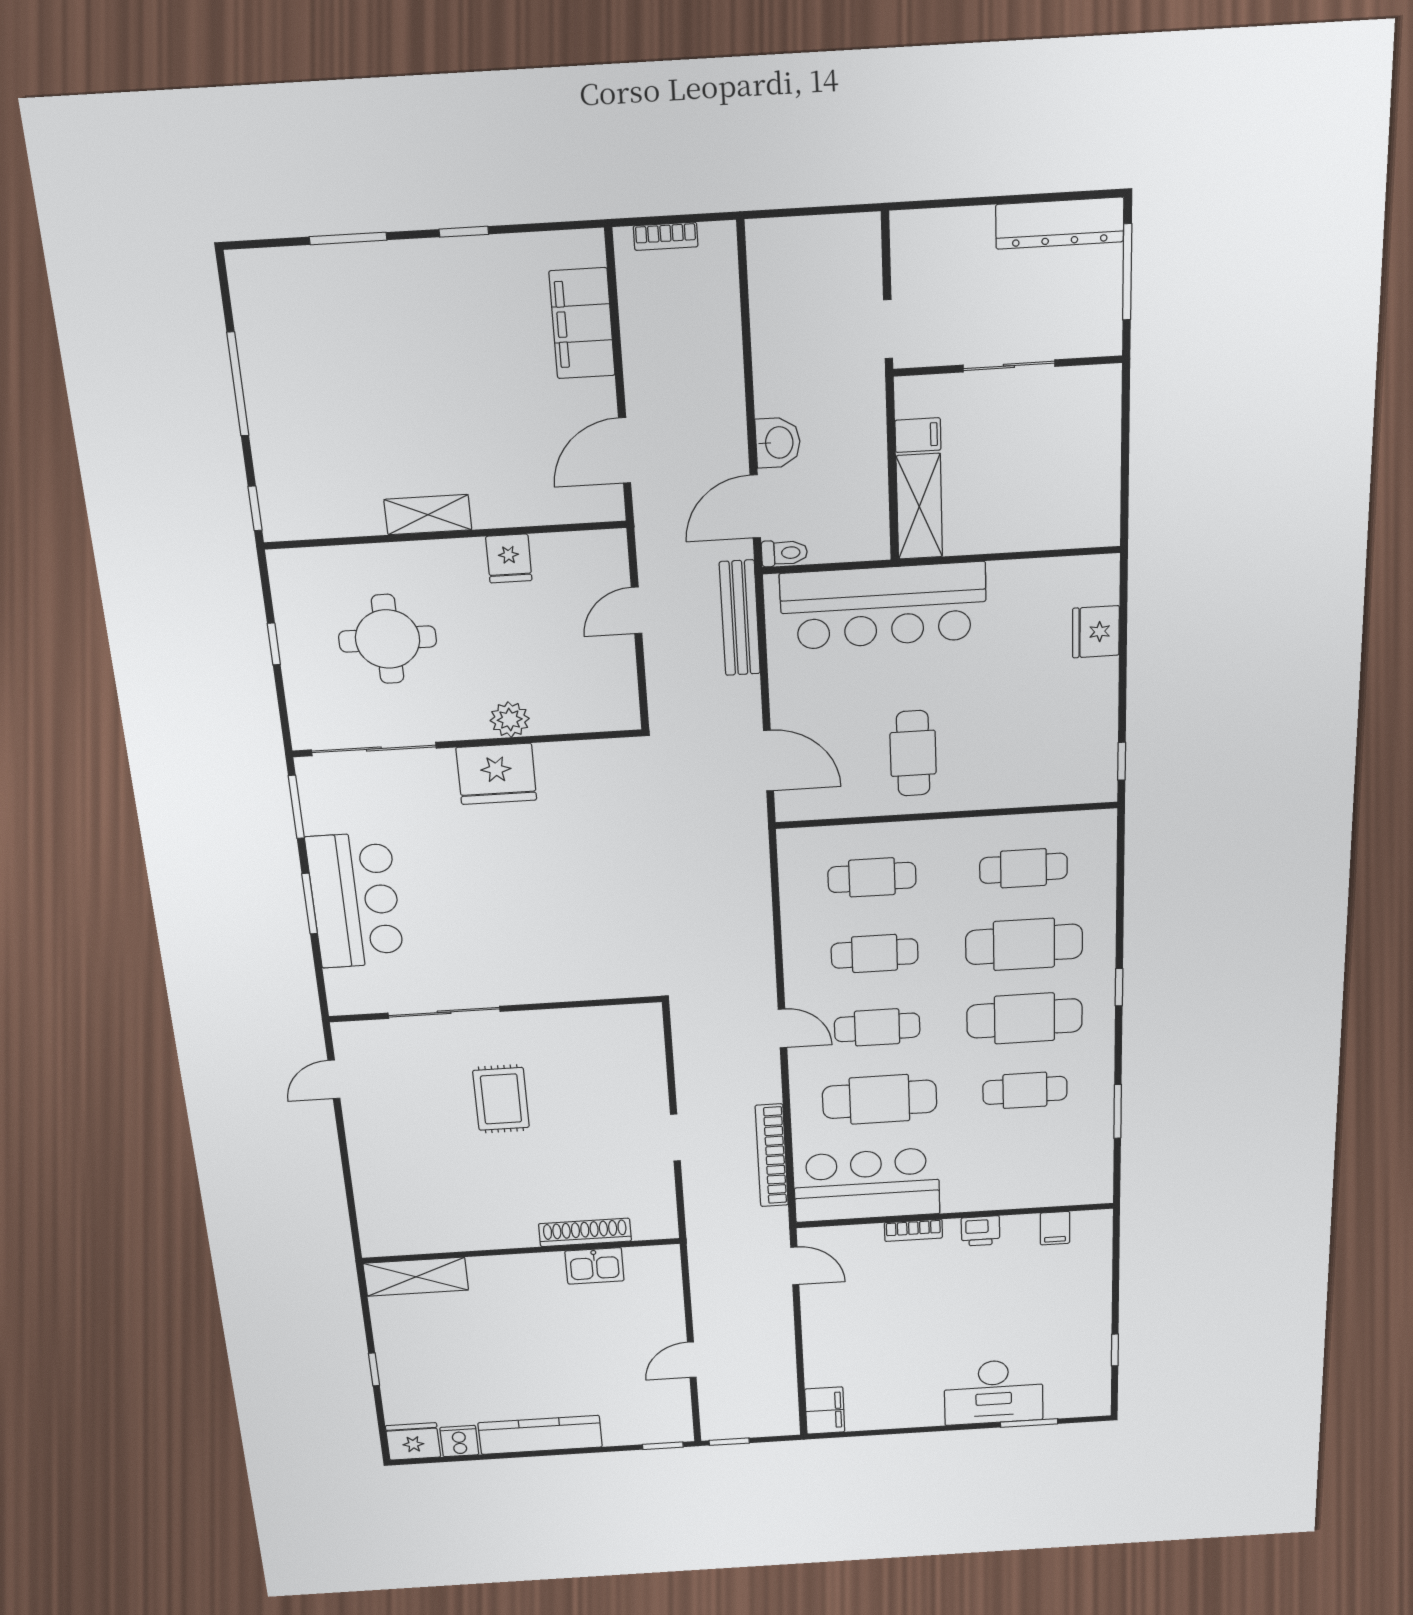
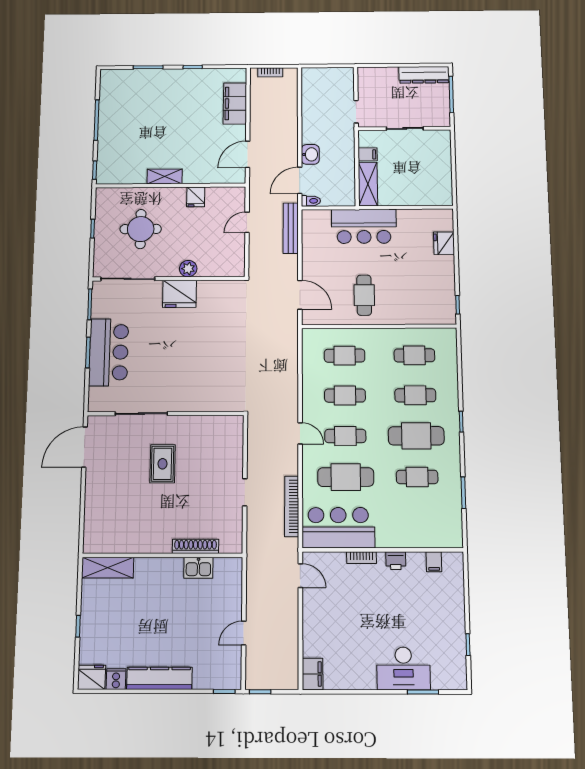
bar counter: (883, 606) -> (364, 226), width x0.73
cafe table: (1024, 944) -> (415, 395), width x0.73, depth x0.74
door: (334, 1079) -> (85, 447), width x1.87

